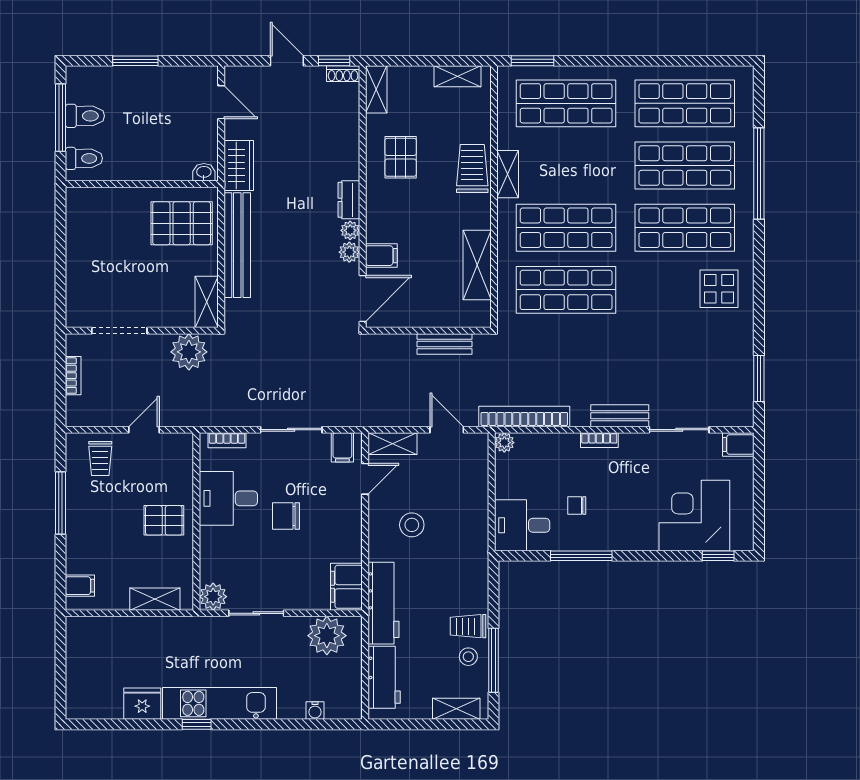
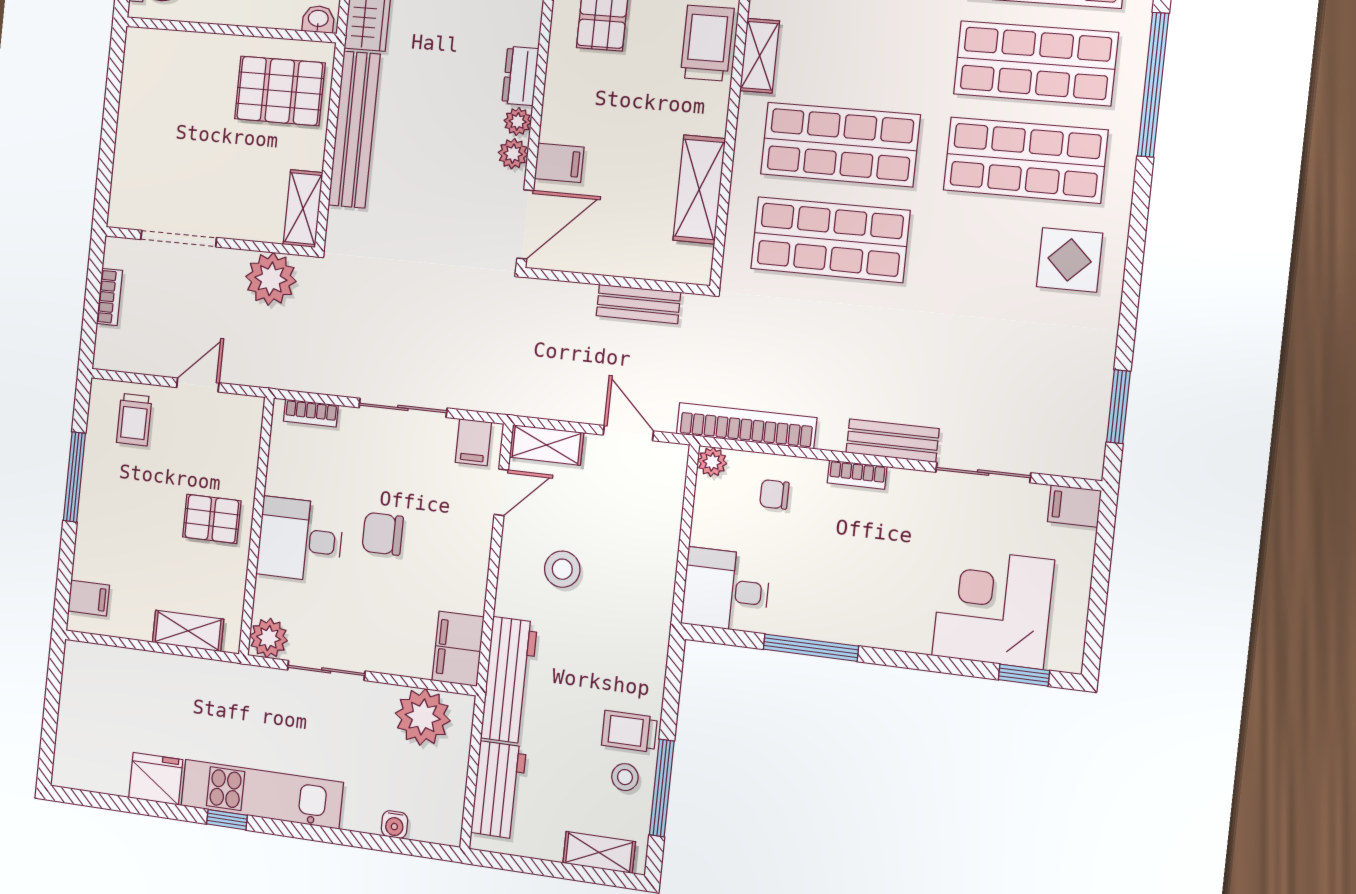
desk: (228, 498) -> (300, 540), moved
chair: (577, 506) -> (774, 494), moved

